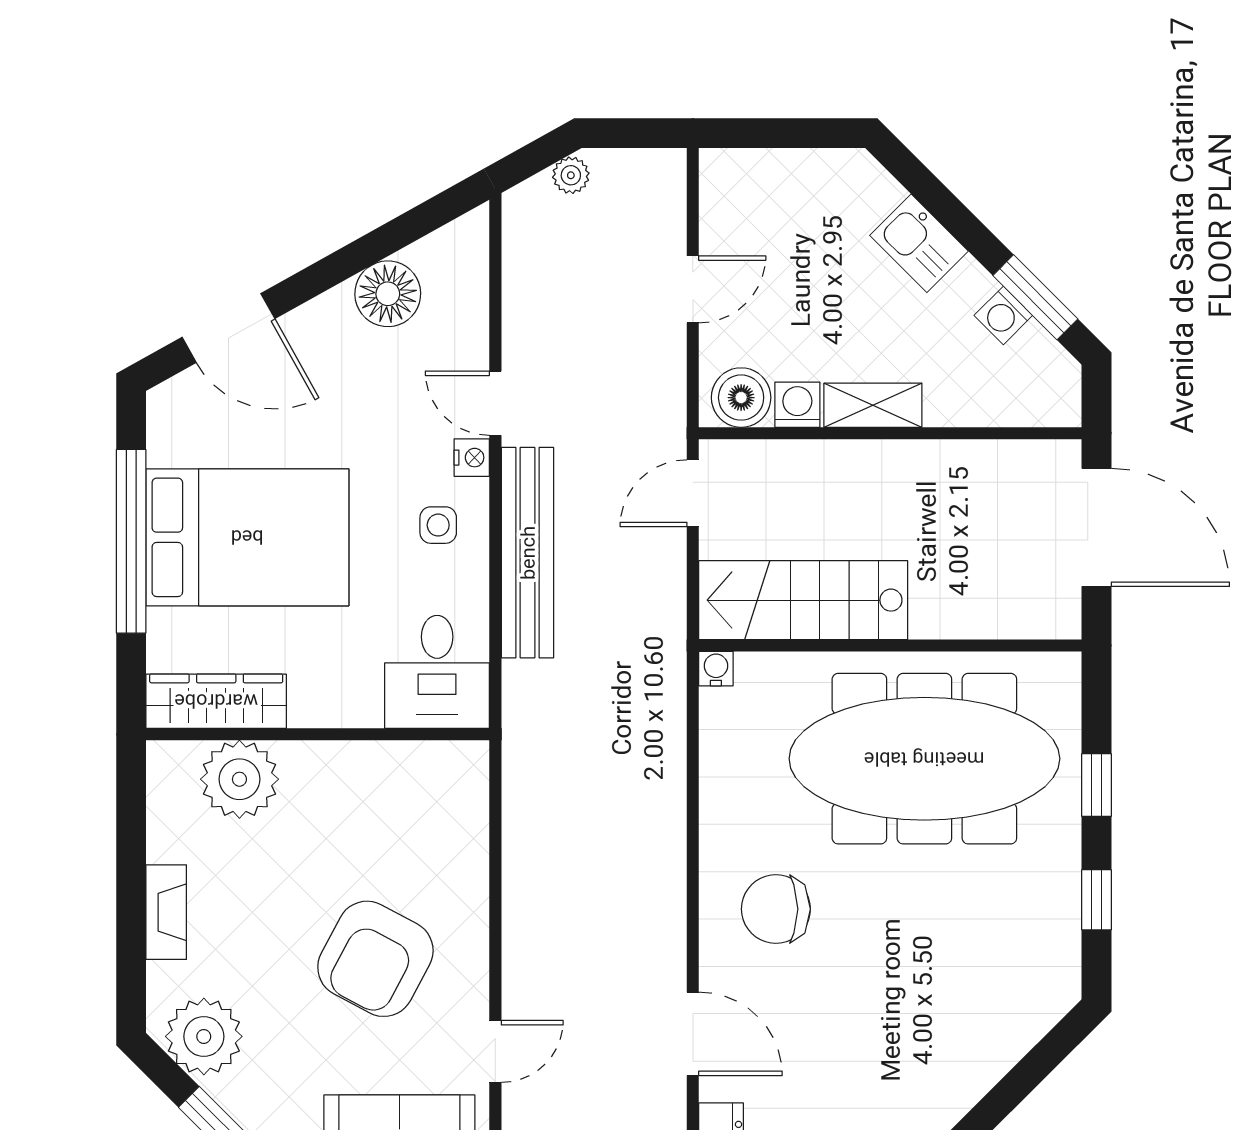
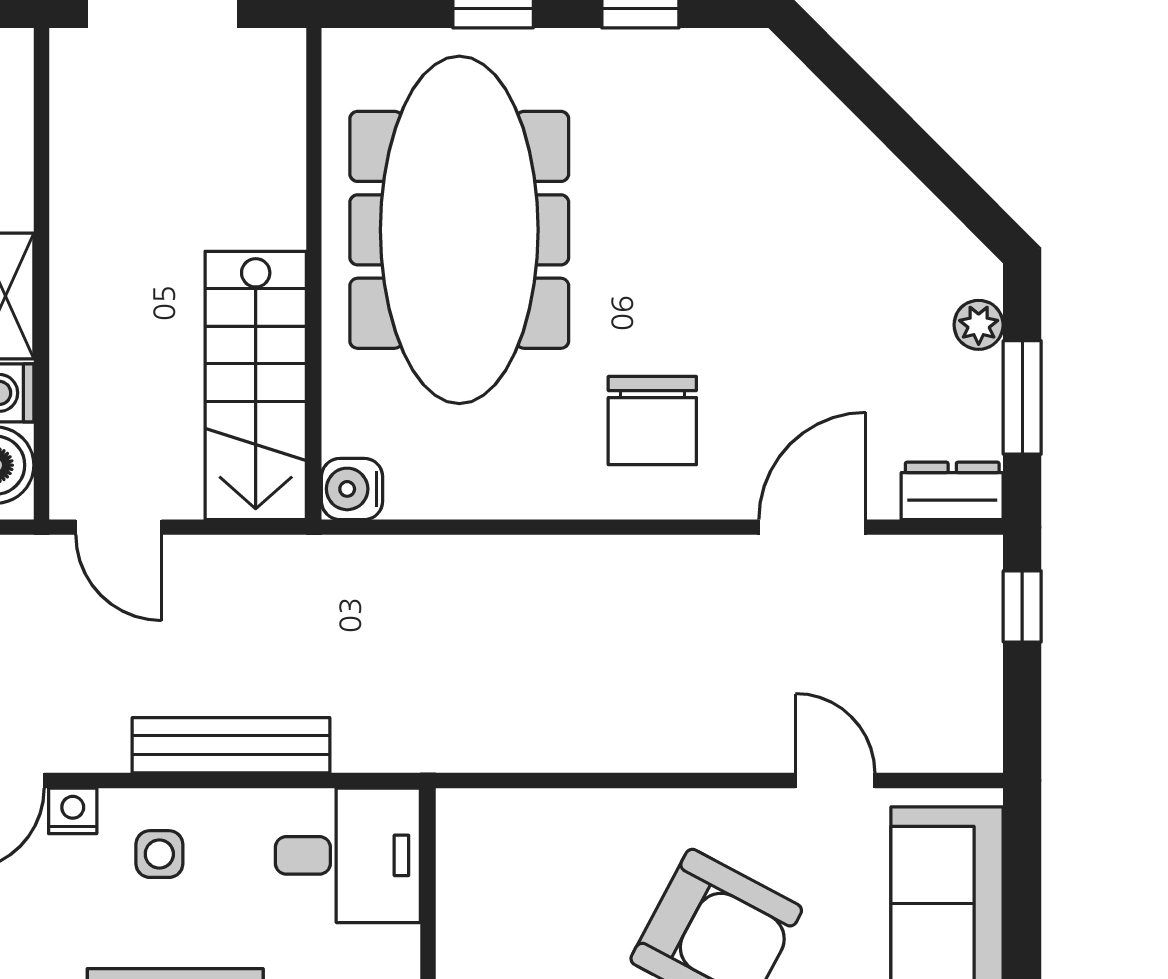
bench: (528, 553) -> (231, 745), width x0.73, depth x0.82
water cooler: (716, 669) -> (352, 489), width x1.38, depth x1.38

